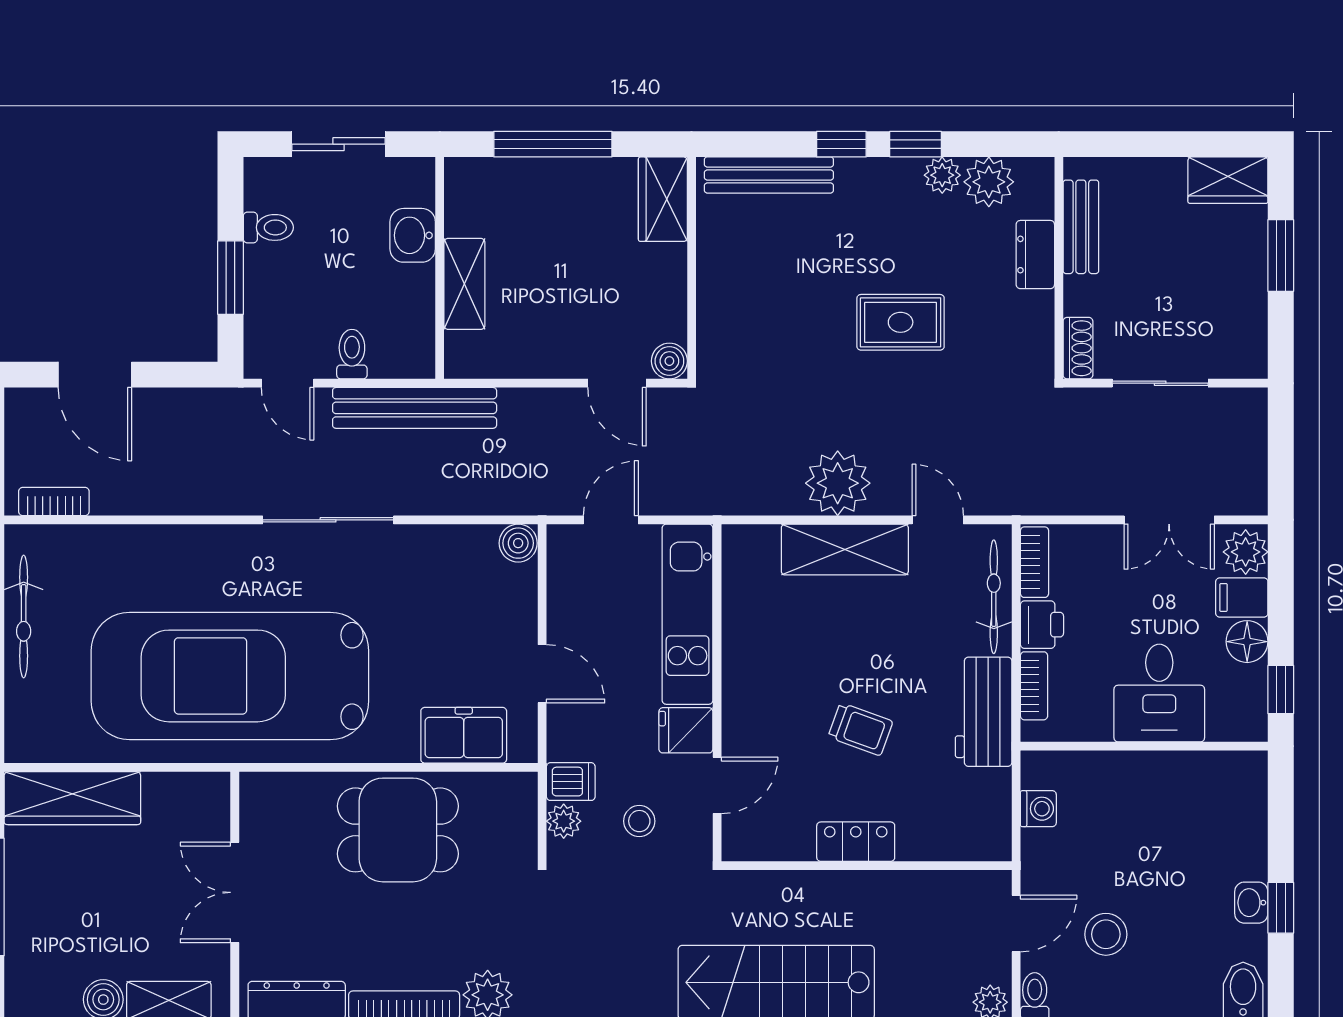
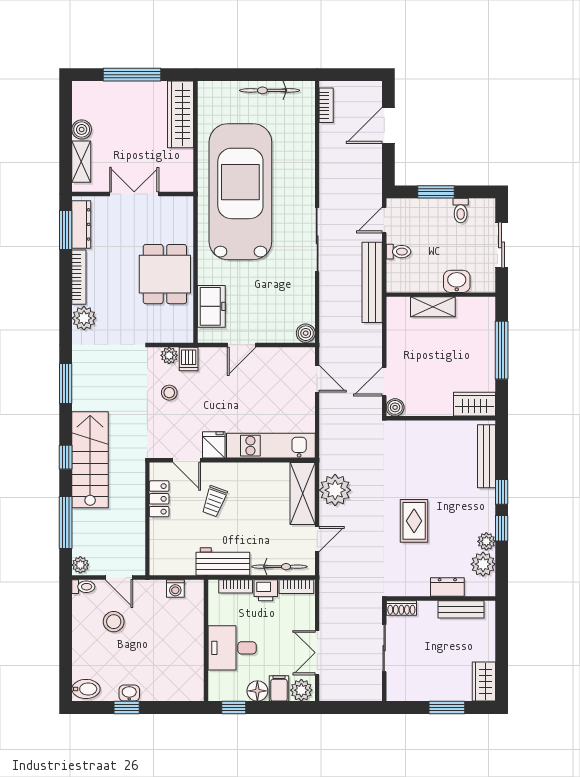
kitchen unit: (688, 614) -> (271, 446), moved
wall: (717, 693) -> (232, 460), moved
fridge: (686, 730) -> (214, 445), moved
door: (717, 785) -> (187, 460), moved

